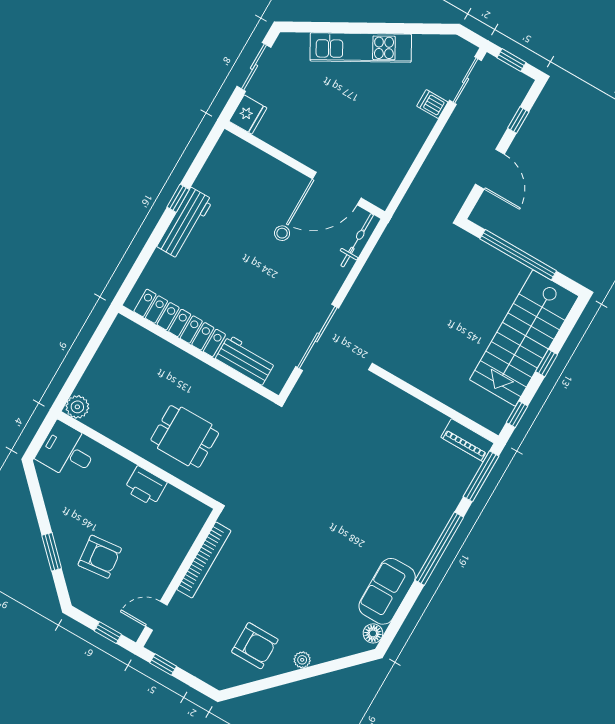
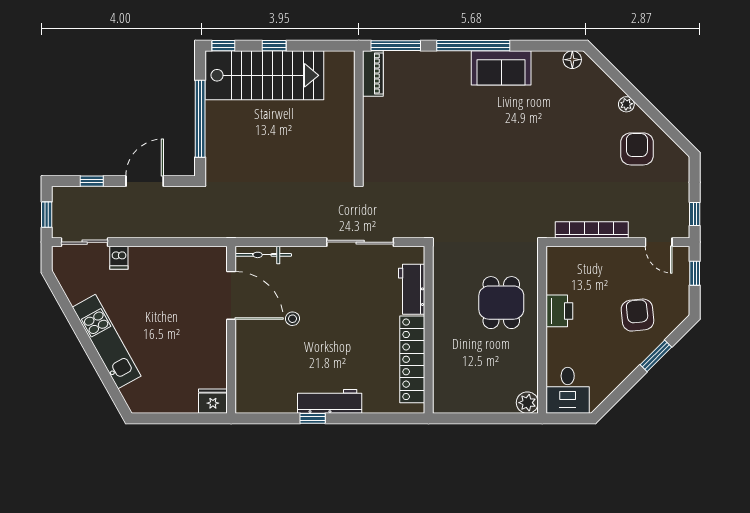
sliding door: (254, 67) -> (172, 418), removed
window: (517, 414) -> (223, 46), moved
sofa: (387, 591) -> (501, 68), moved

